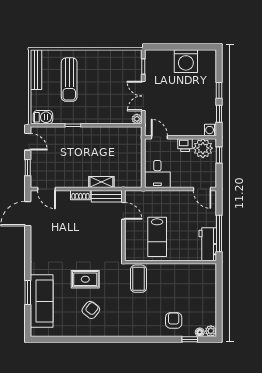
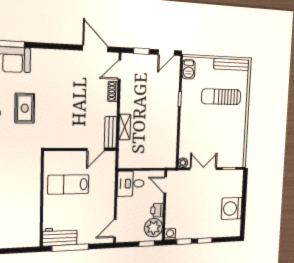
door: (159, 137) -> (165, 185), swing flipped
shoe rack: (80, 195) -> (113, 92), moved
coffee table: (139, 279) -> (24, 166), removed

